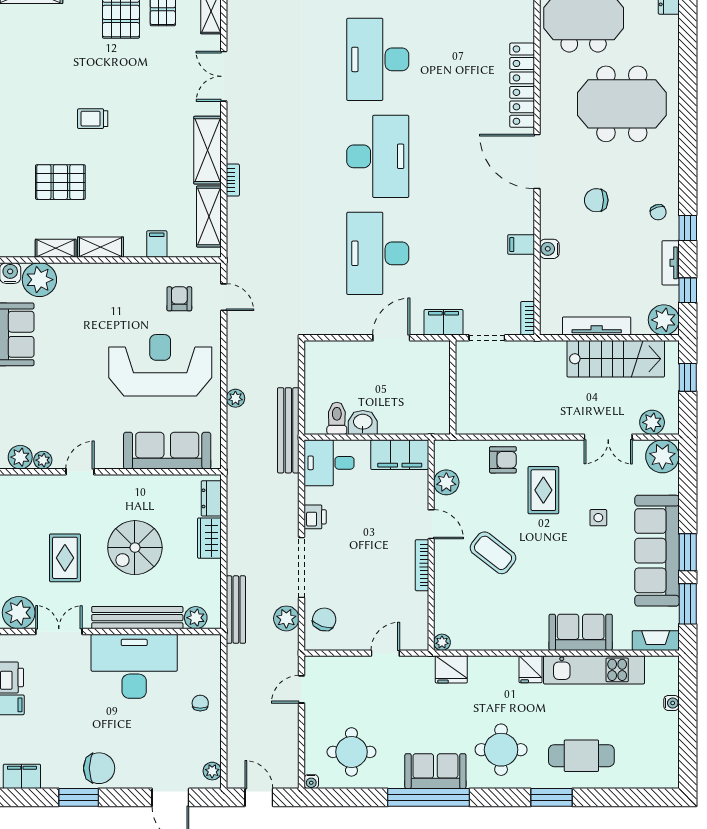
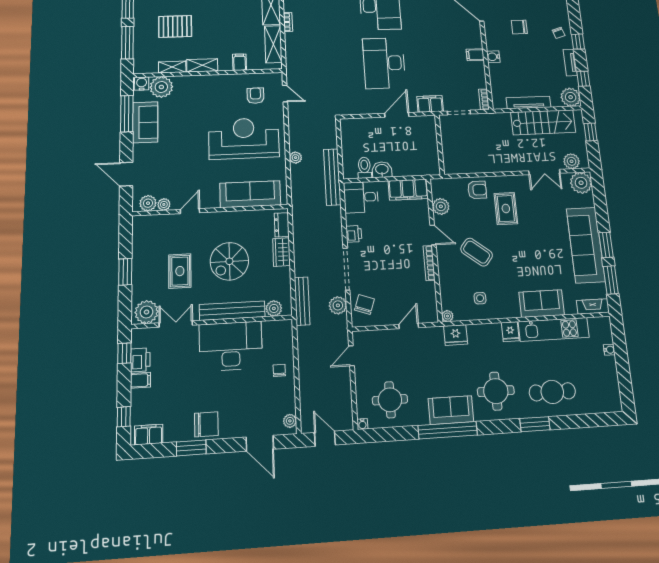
side table: (598, 518) -> (480, 298), moved

